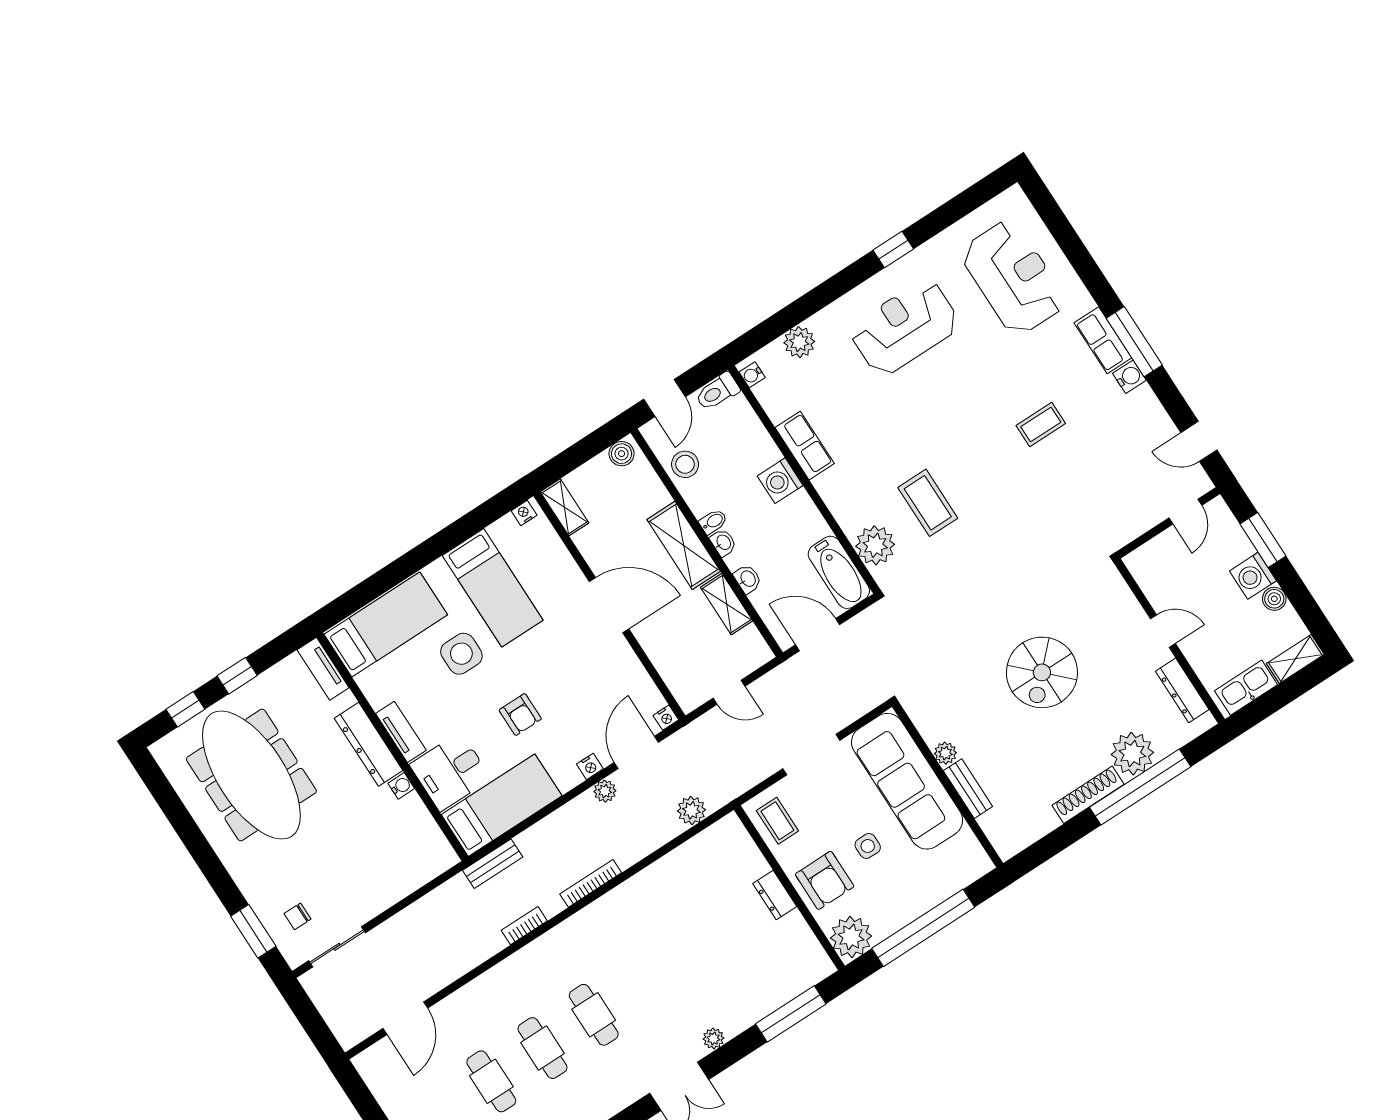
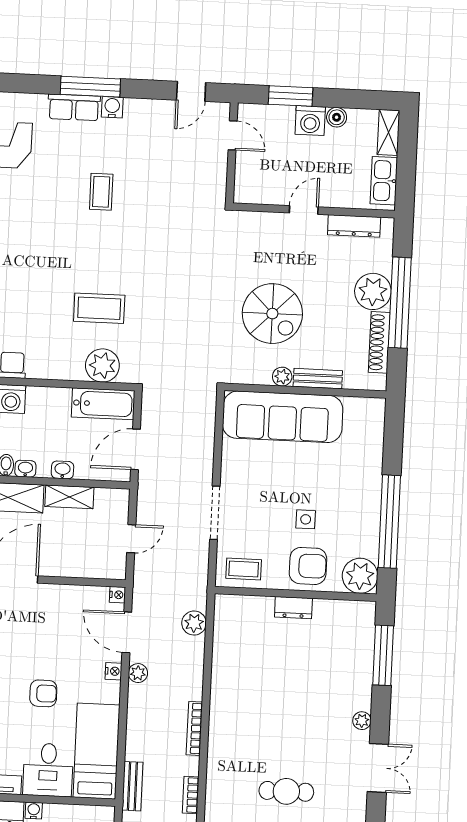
plant: (945, 753) -> (282, 377), moved
sofa: (907, 781) -> (283, 417), moved
wall: (948, 785) -> (305, 391), moved
bench: (968, 789) -> (318, 379), moved

